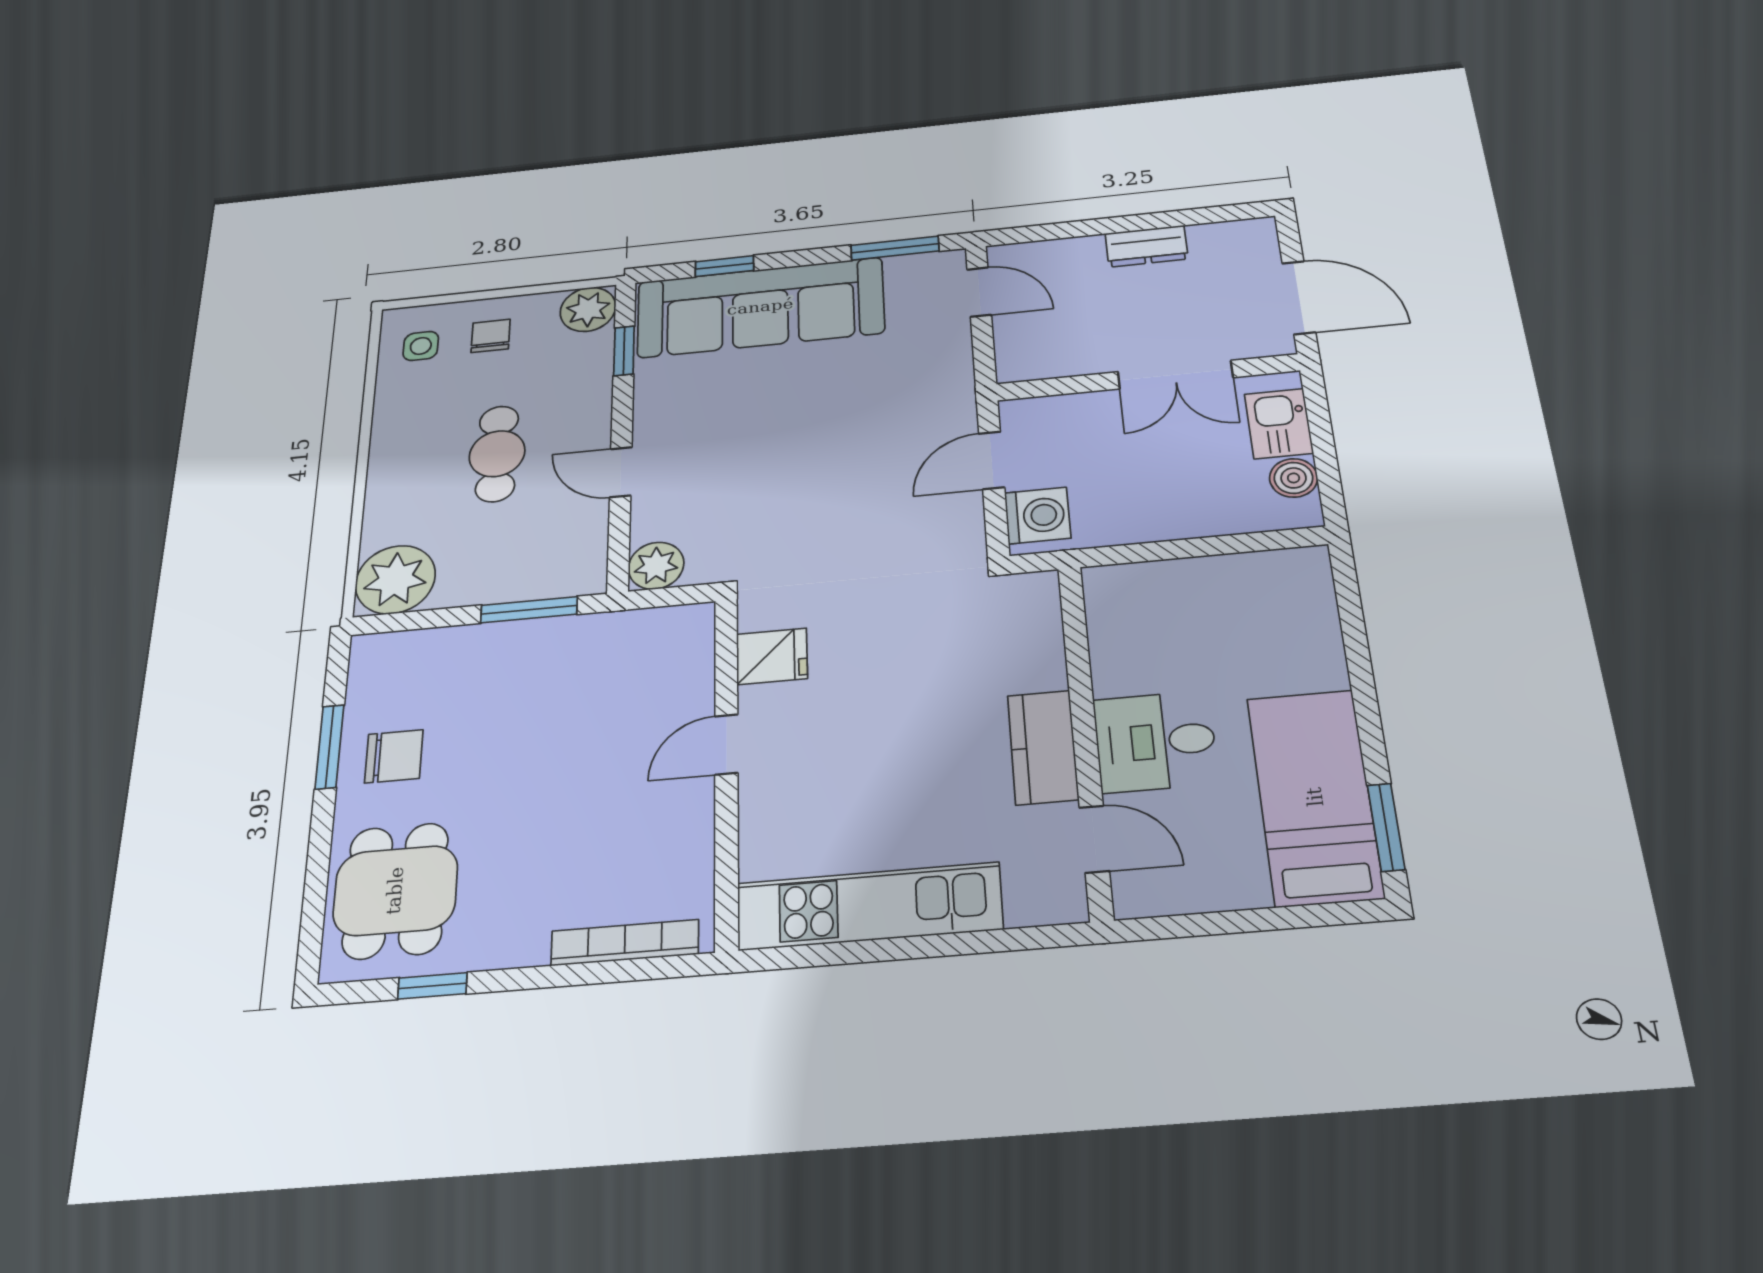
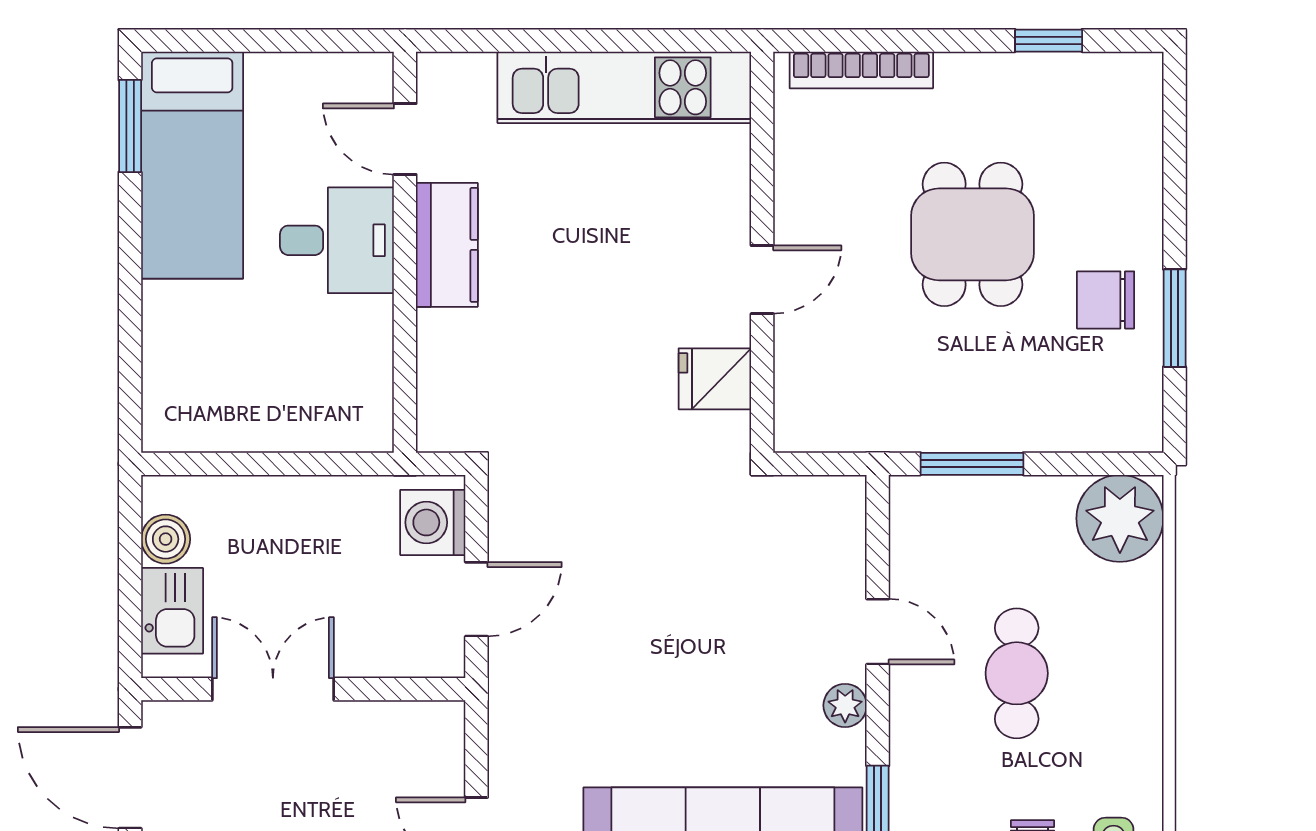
plant: (656, 566) -> (845, 705), moved, width x0.73, depth x0.73
dining table: (395, 891) -> (973, 234), moved

